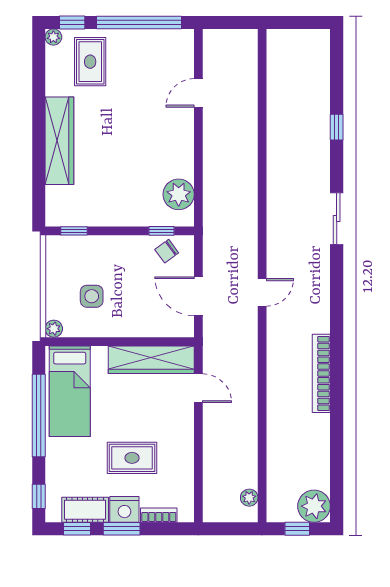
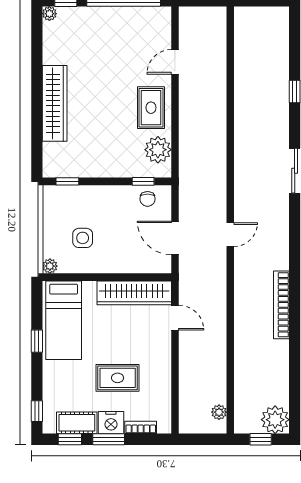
rug: (90, 62) -> (151, 108), moved
chair: (167, 251) -> (148, 199), turned -54
window: (39, 415) -> (37, 341), width x0.32

